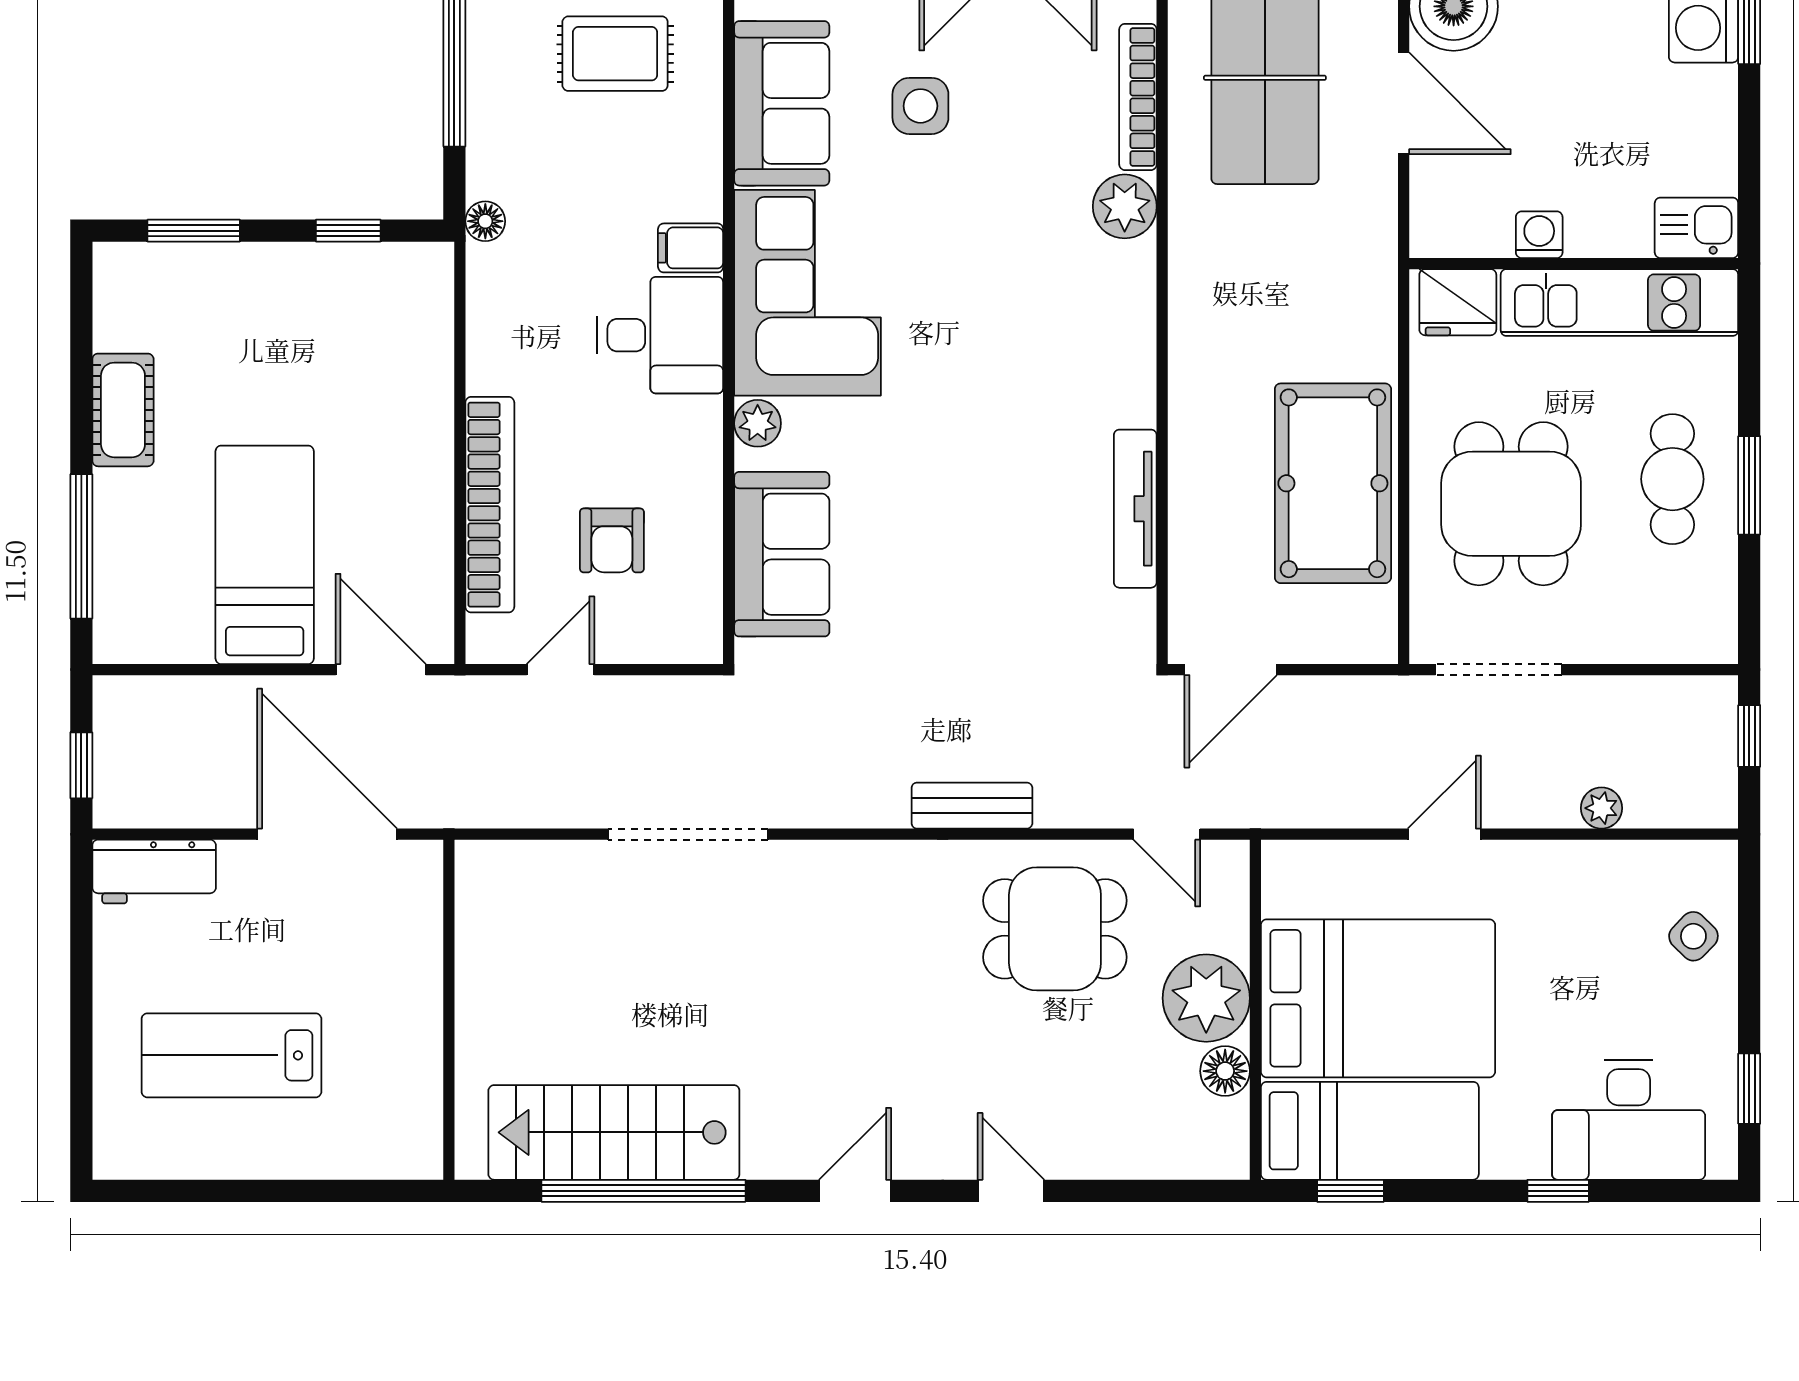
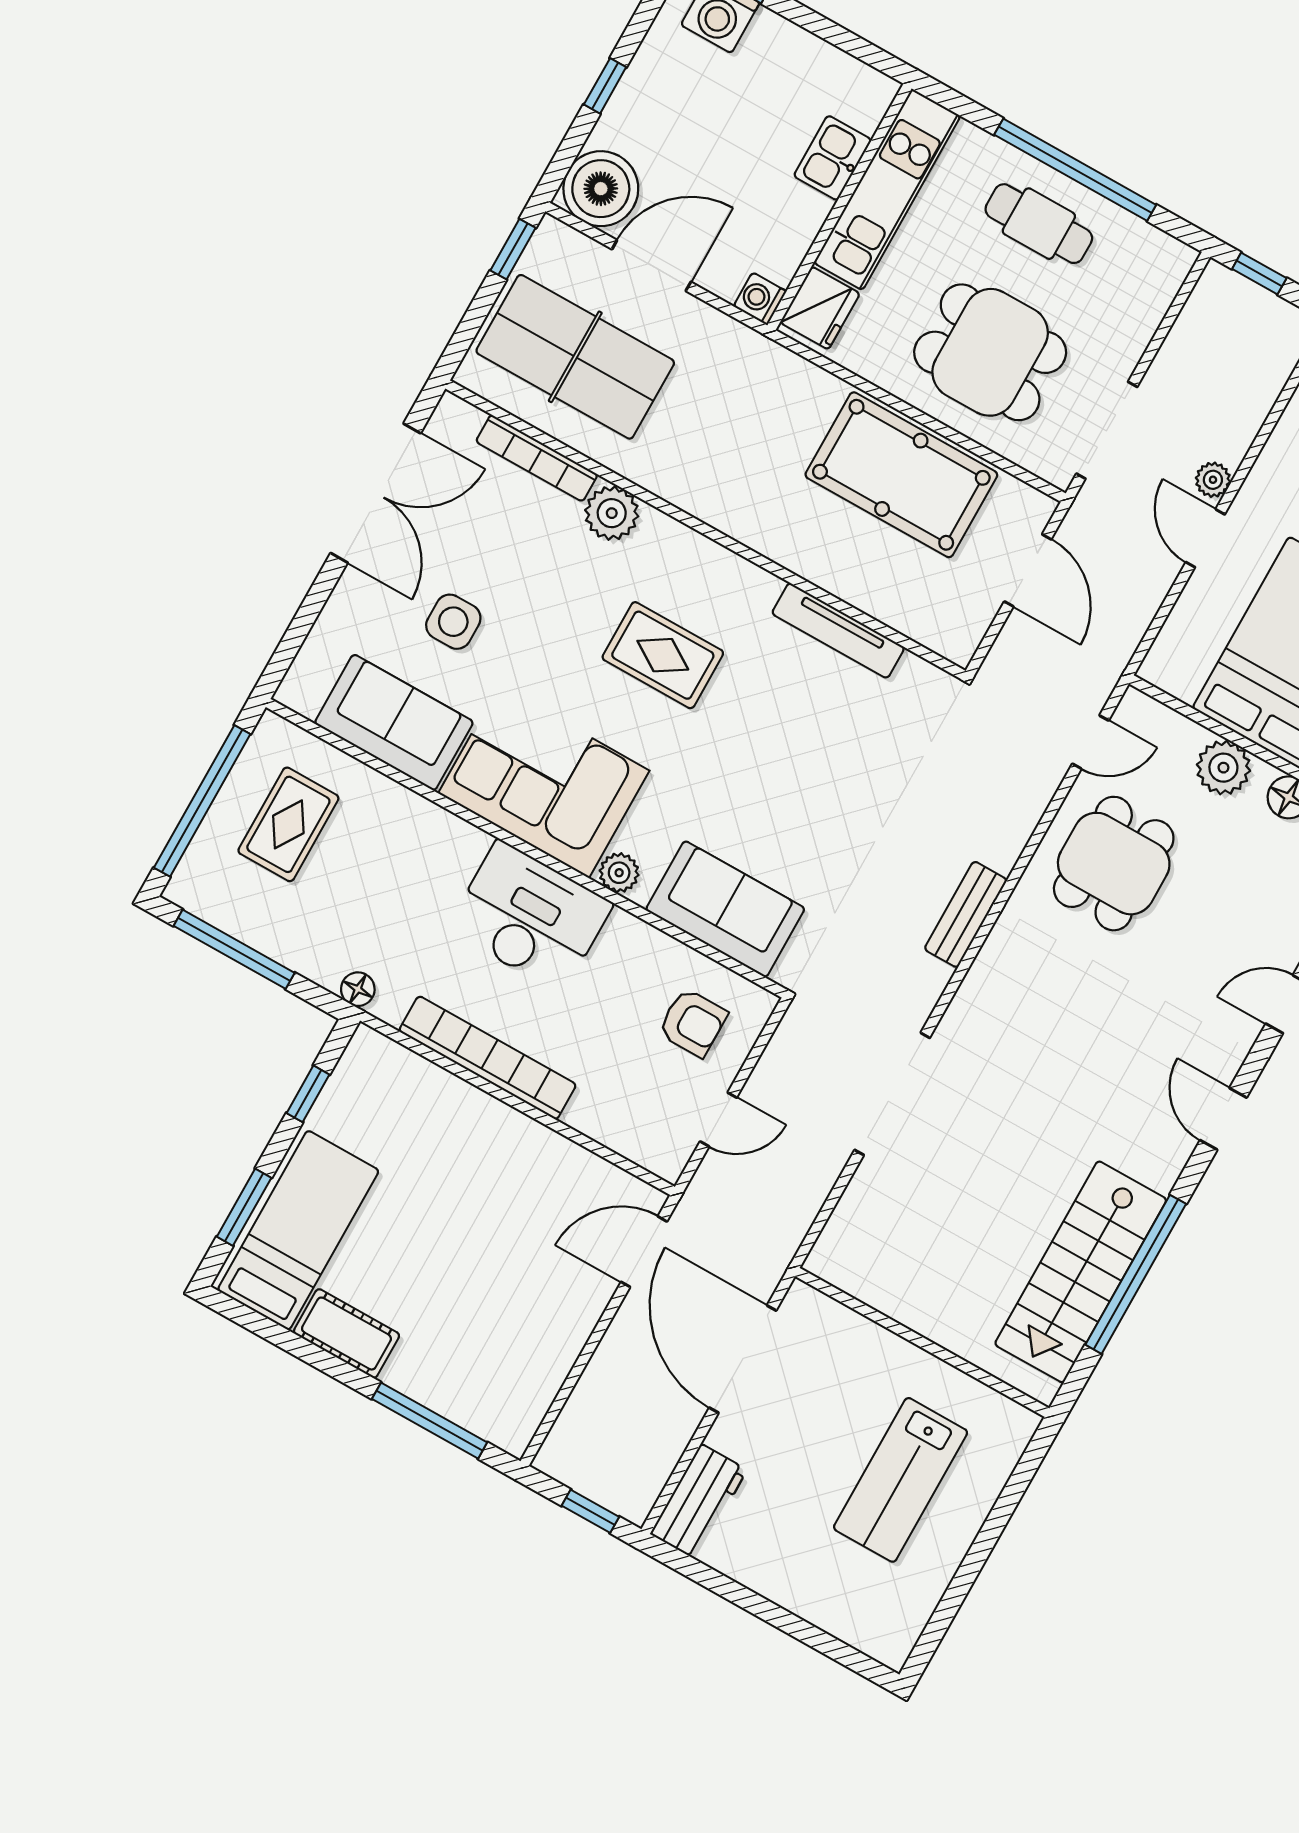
kitchen sink: (1696, 228) -> (833, 158), moved
washing machine: (1539, 235) -> (760, 299), moved
filing cabinet: (691, 248) -> (462, 849), removed
desk: (660, 335) -> (530, 917), width x1.37
rug: (1008, 342) -> (663, 655), added
window: (1749, 485) -> (1075, 170), width x2.11
bookcase: (490, 505) -> (488, 1058), moved
armchair: (612, 540) -> (693, 1023), moved
bed: (265, 555) -> (298, 1230), moved, turned 90
door: (560, 670) -> (718, 1120), swing flipped
door: (1231, 670) -> (1028, 570), moved
bench: (972, 806) -> (966, 914), moved
plant: (1602, 808) -> (1213, 480), moved
door: (327, 834) -> (743, 1359), hinge flipped
plant: (1206, 998) -> (1223, 768), width x0.73, depth x0.73
lab bench: (231, 1055) -> (901, 1480), moved

